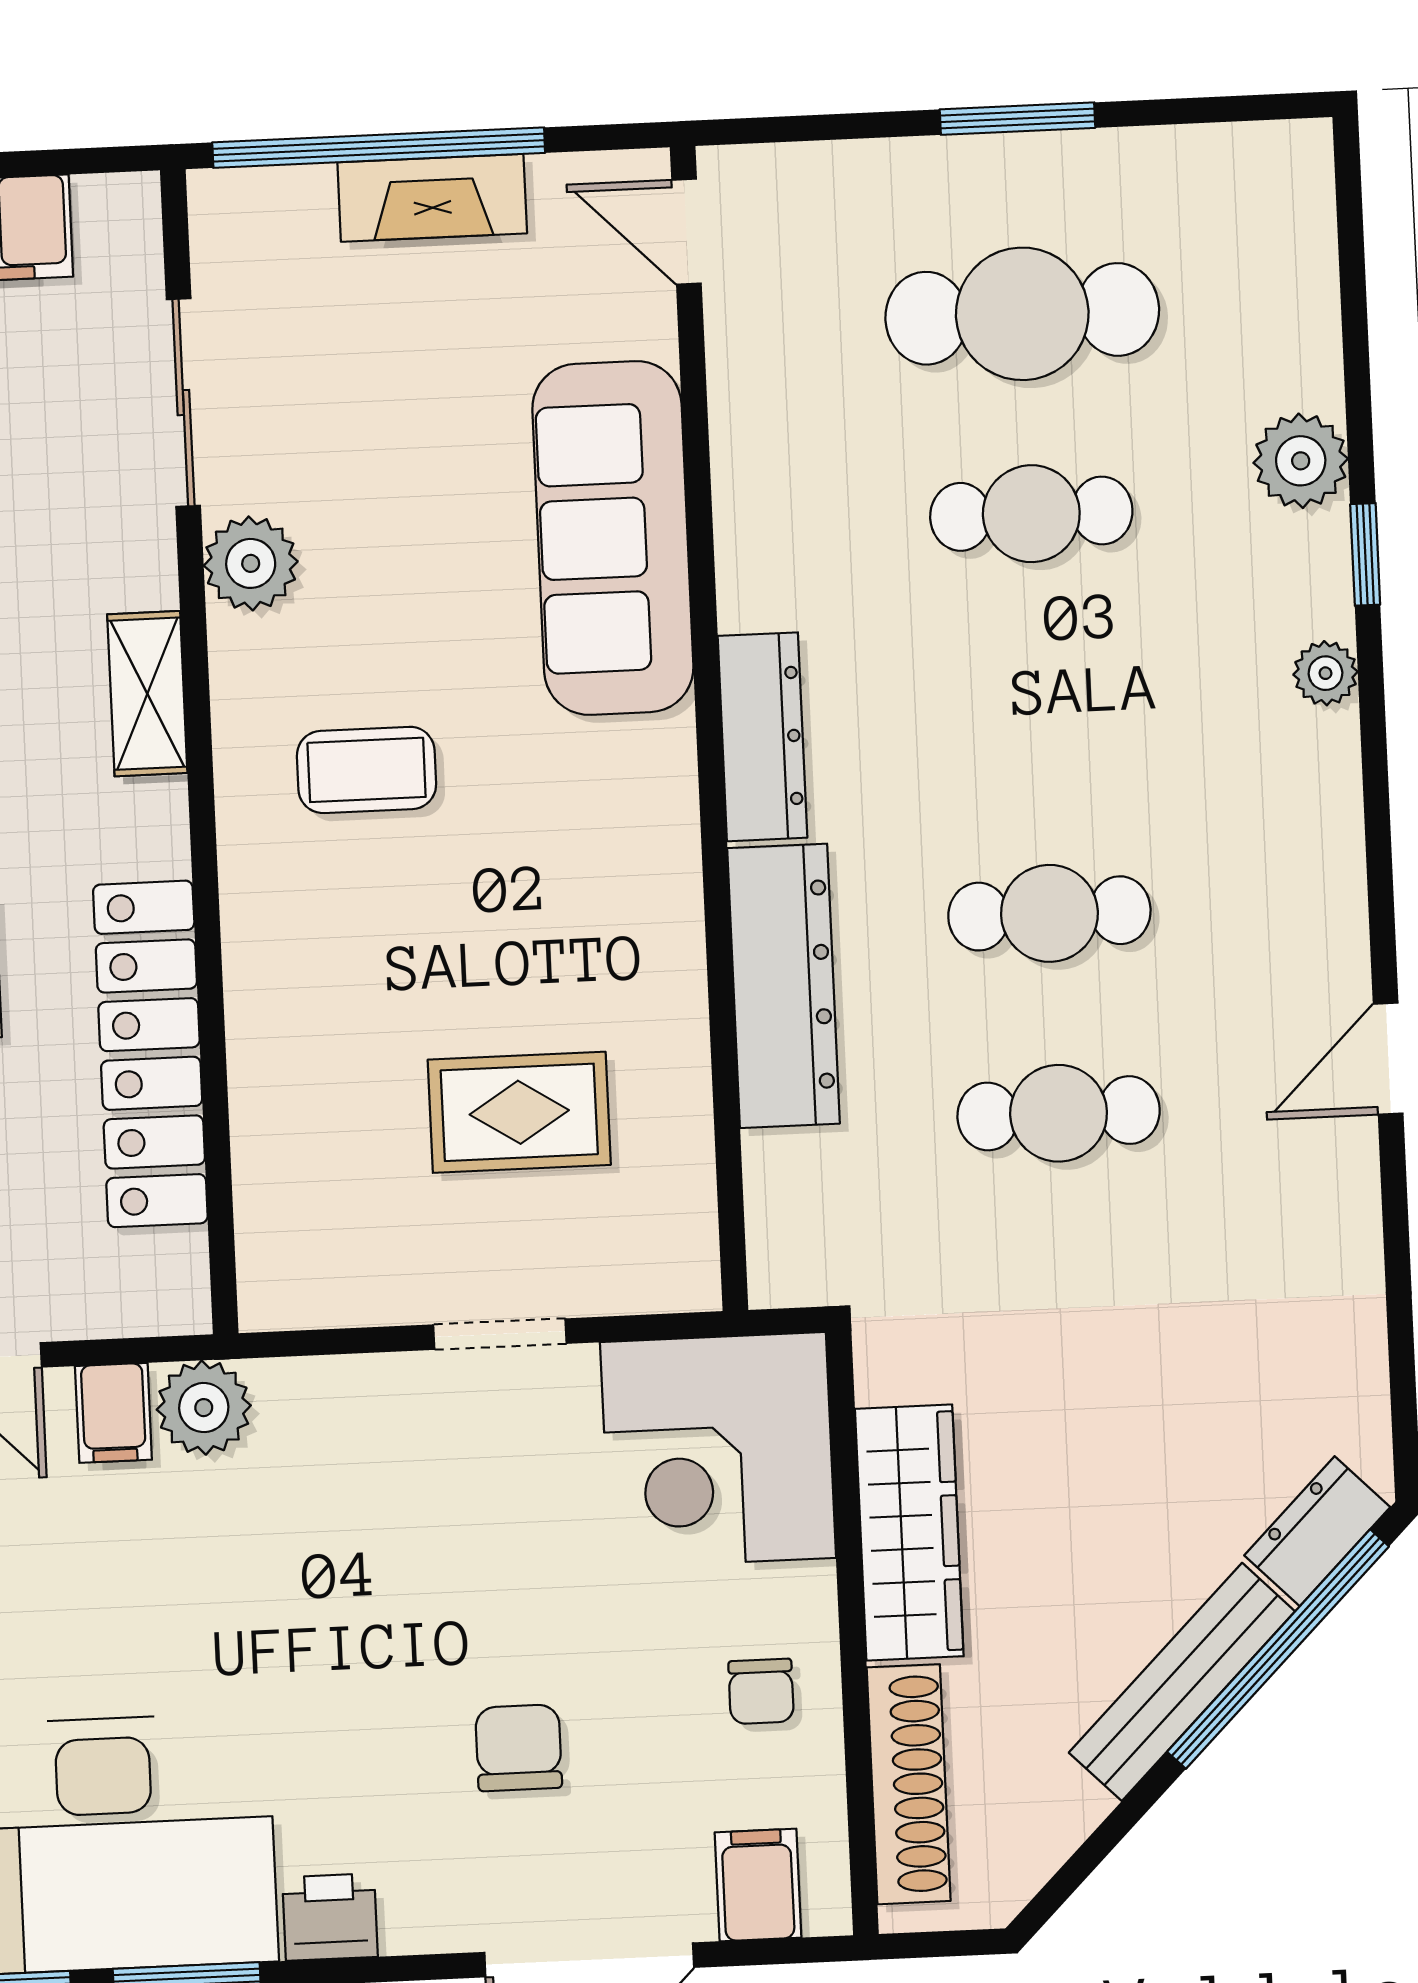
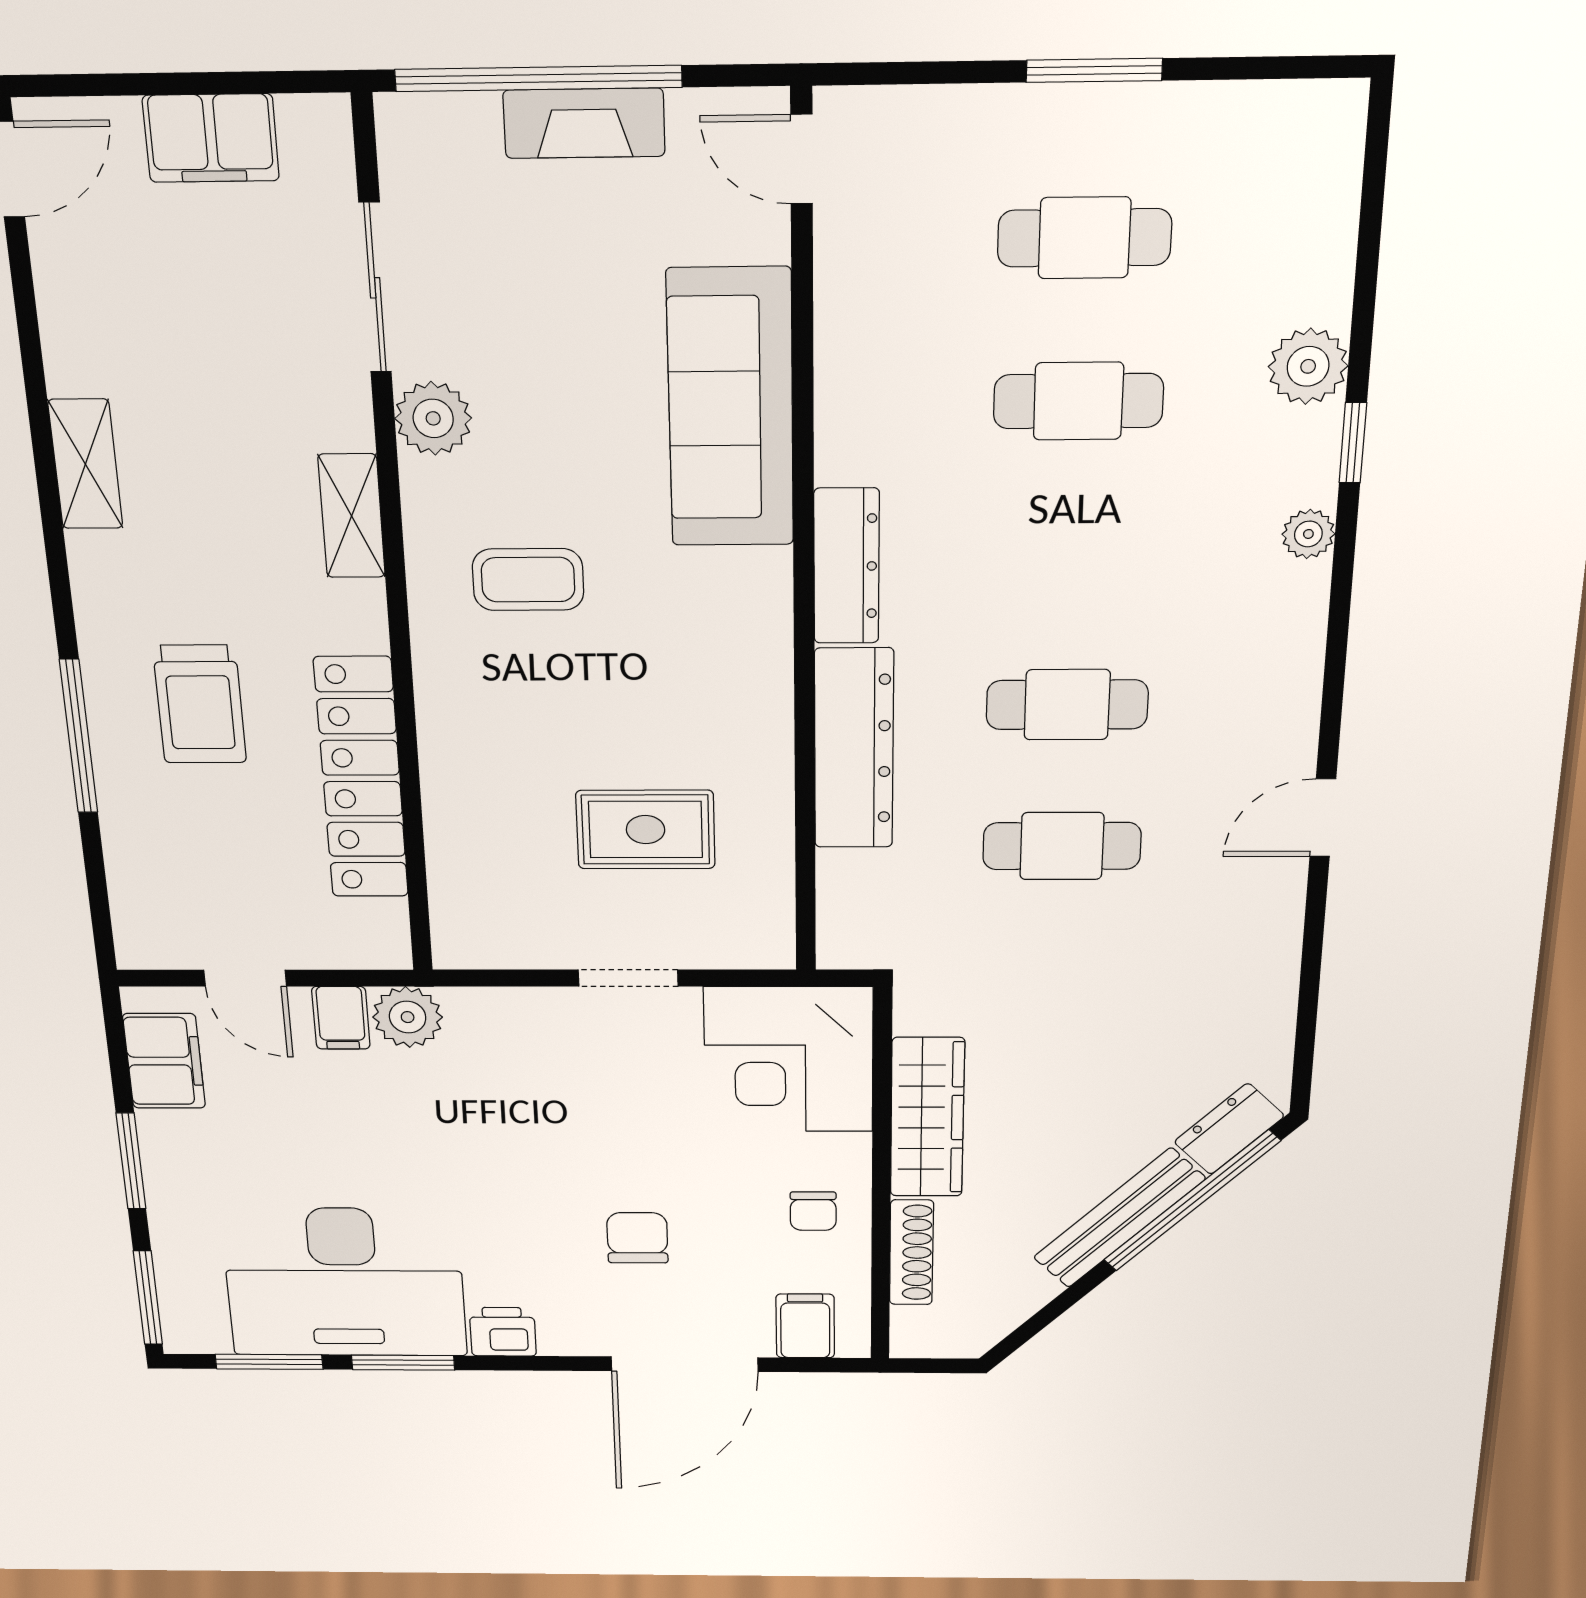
cafe table: (1022, 314) -> (1084, 238), width x0.73, depth x0.74
shoe rack: (909, 1784) -> (911, 1252), width x0.74, depth x0.81

